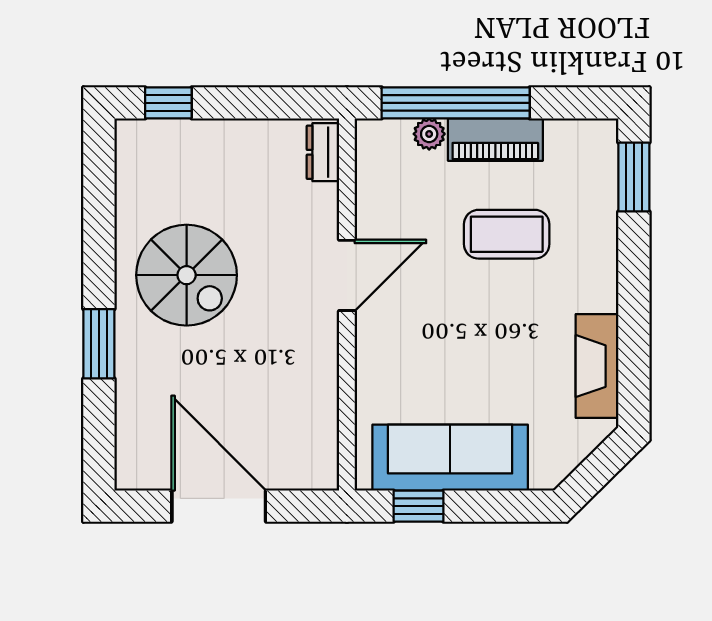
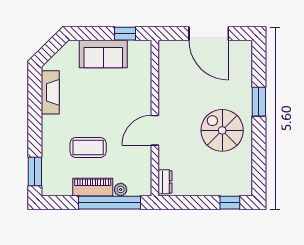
sofa: (450, 458) -> (103, 54), width x0.73

